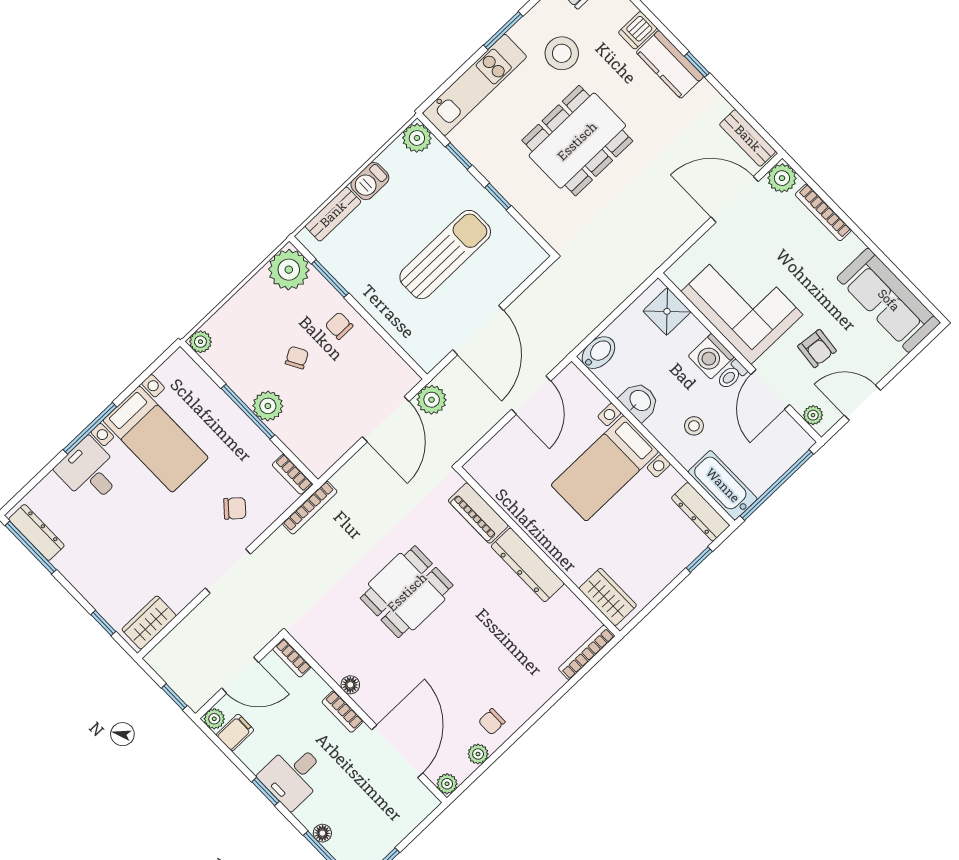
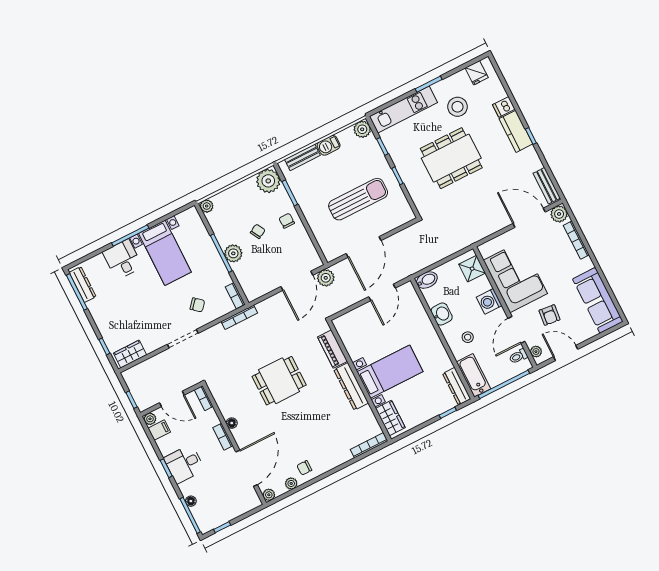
toilet: (732, 375) -> (518, 356), moved
bed with nightstands: (605, 468) -> (390, 372), moved, turned 180

